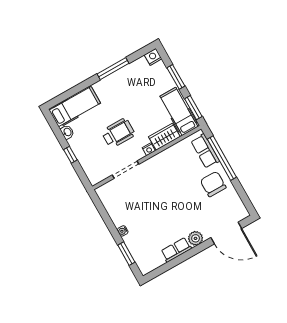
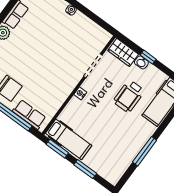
nightstand: (153, 57) -> (114, 178), removed
washbasin: (67, 132) -> (141, 62), moved
wheelchair: (118, 133) -> (129, 96), moved
wardrobe: (164, 137) -> (123, 52), moved, turned 90

